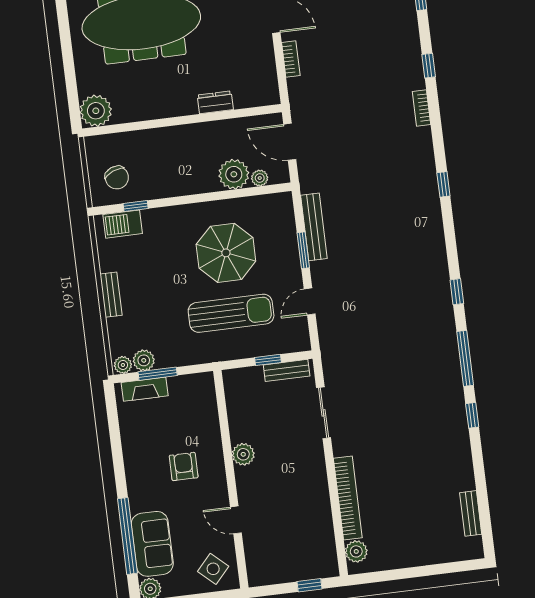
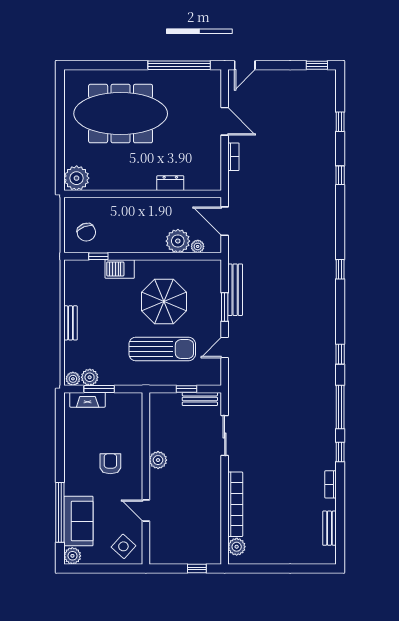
bookcase: (422, 108) -> (331, 484), moved
barbecue: (123, 224) -> (120, 269), moved

